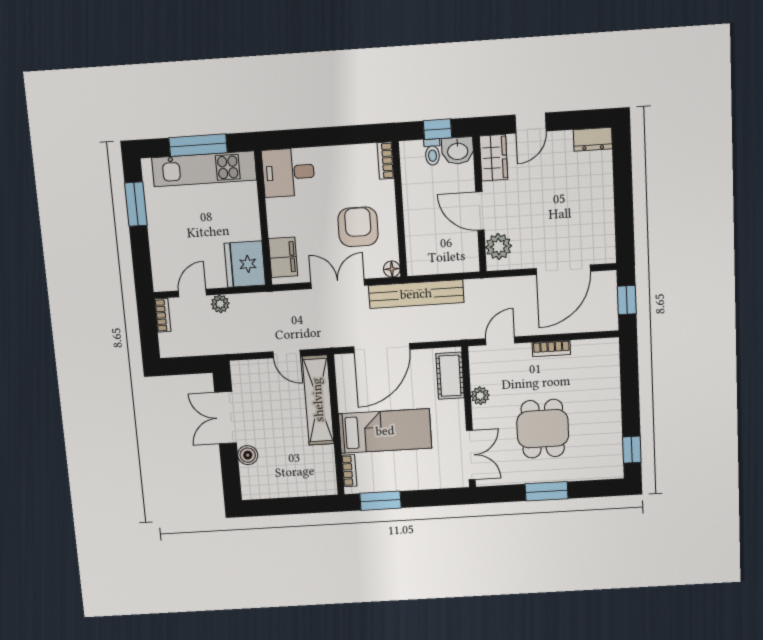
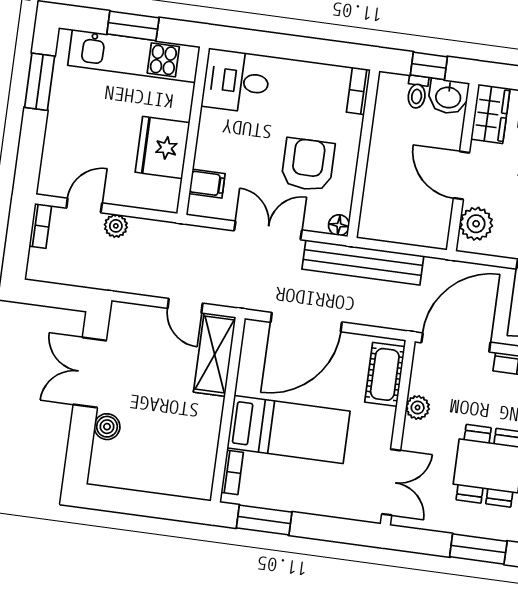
window: (198, 145) -> (133, 26), width x0.69
filing cabinet: (283, 257) -> (207, 184), width x0.50
fridge: (245, 264) -> (162, 147), moved
door: (500, 341) -> (456, 342), width x1.87
shelving: (318, 400) -> (215, 354), width x0.68

